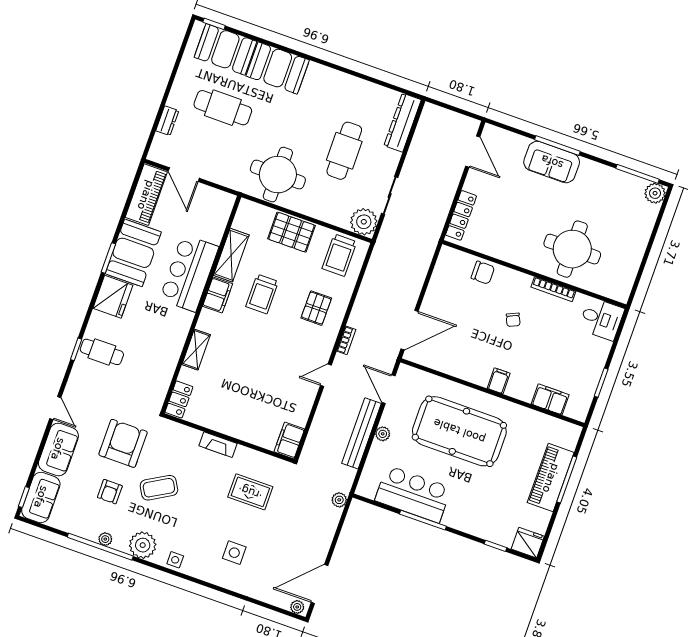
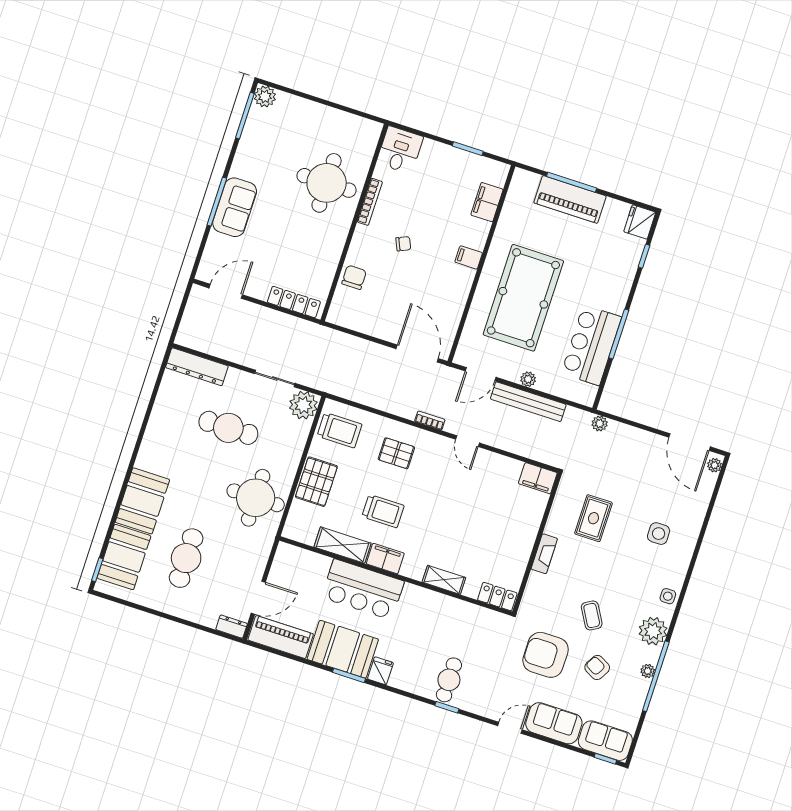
dresser: (167, 121) -> (232, 627), moved
fridge: (113, 297) -> (380, 671), width x0.53, depth x0.75
coffee table: (159, 488) -> (592, 615), width x0.73, depth x0.77
armchair: (110, 492) -> (597, 668), turned -151

